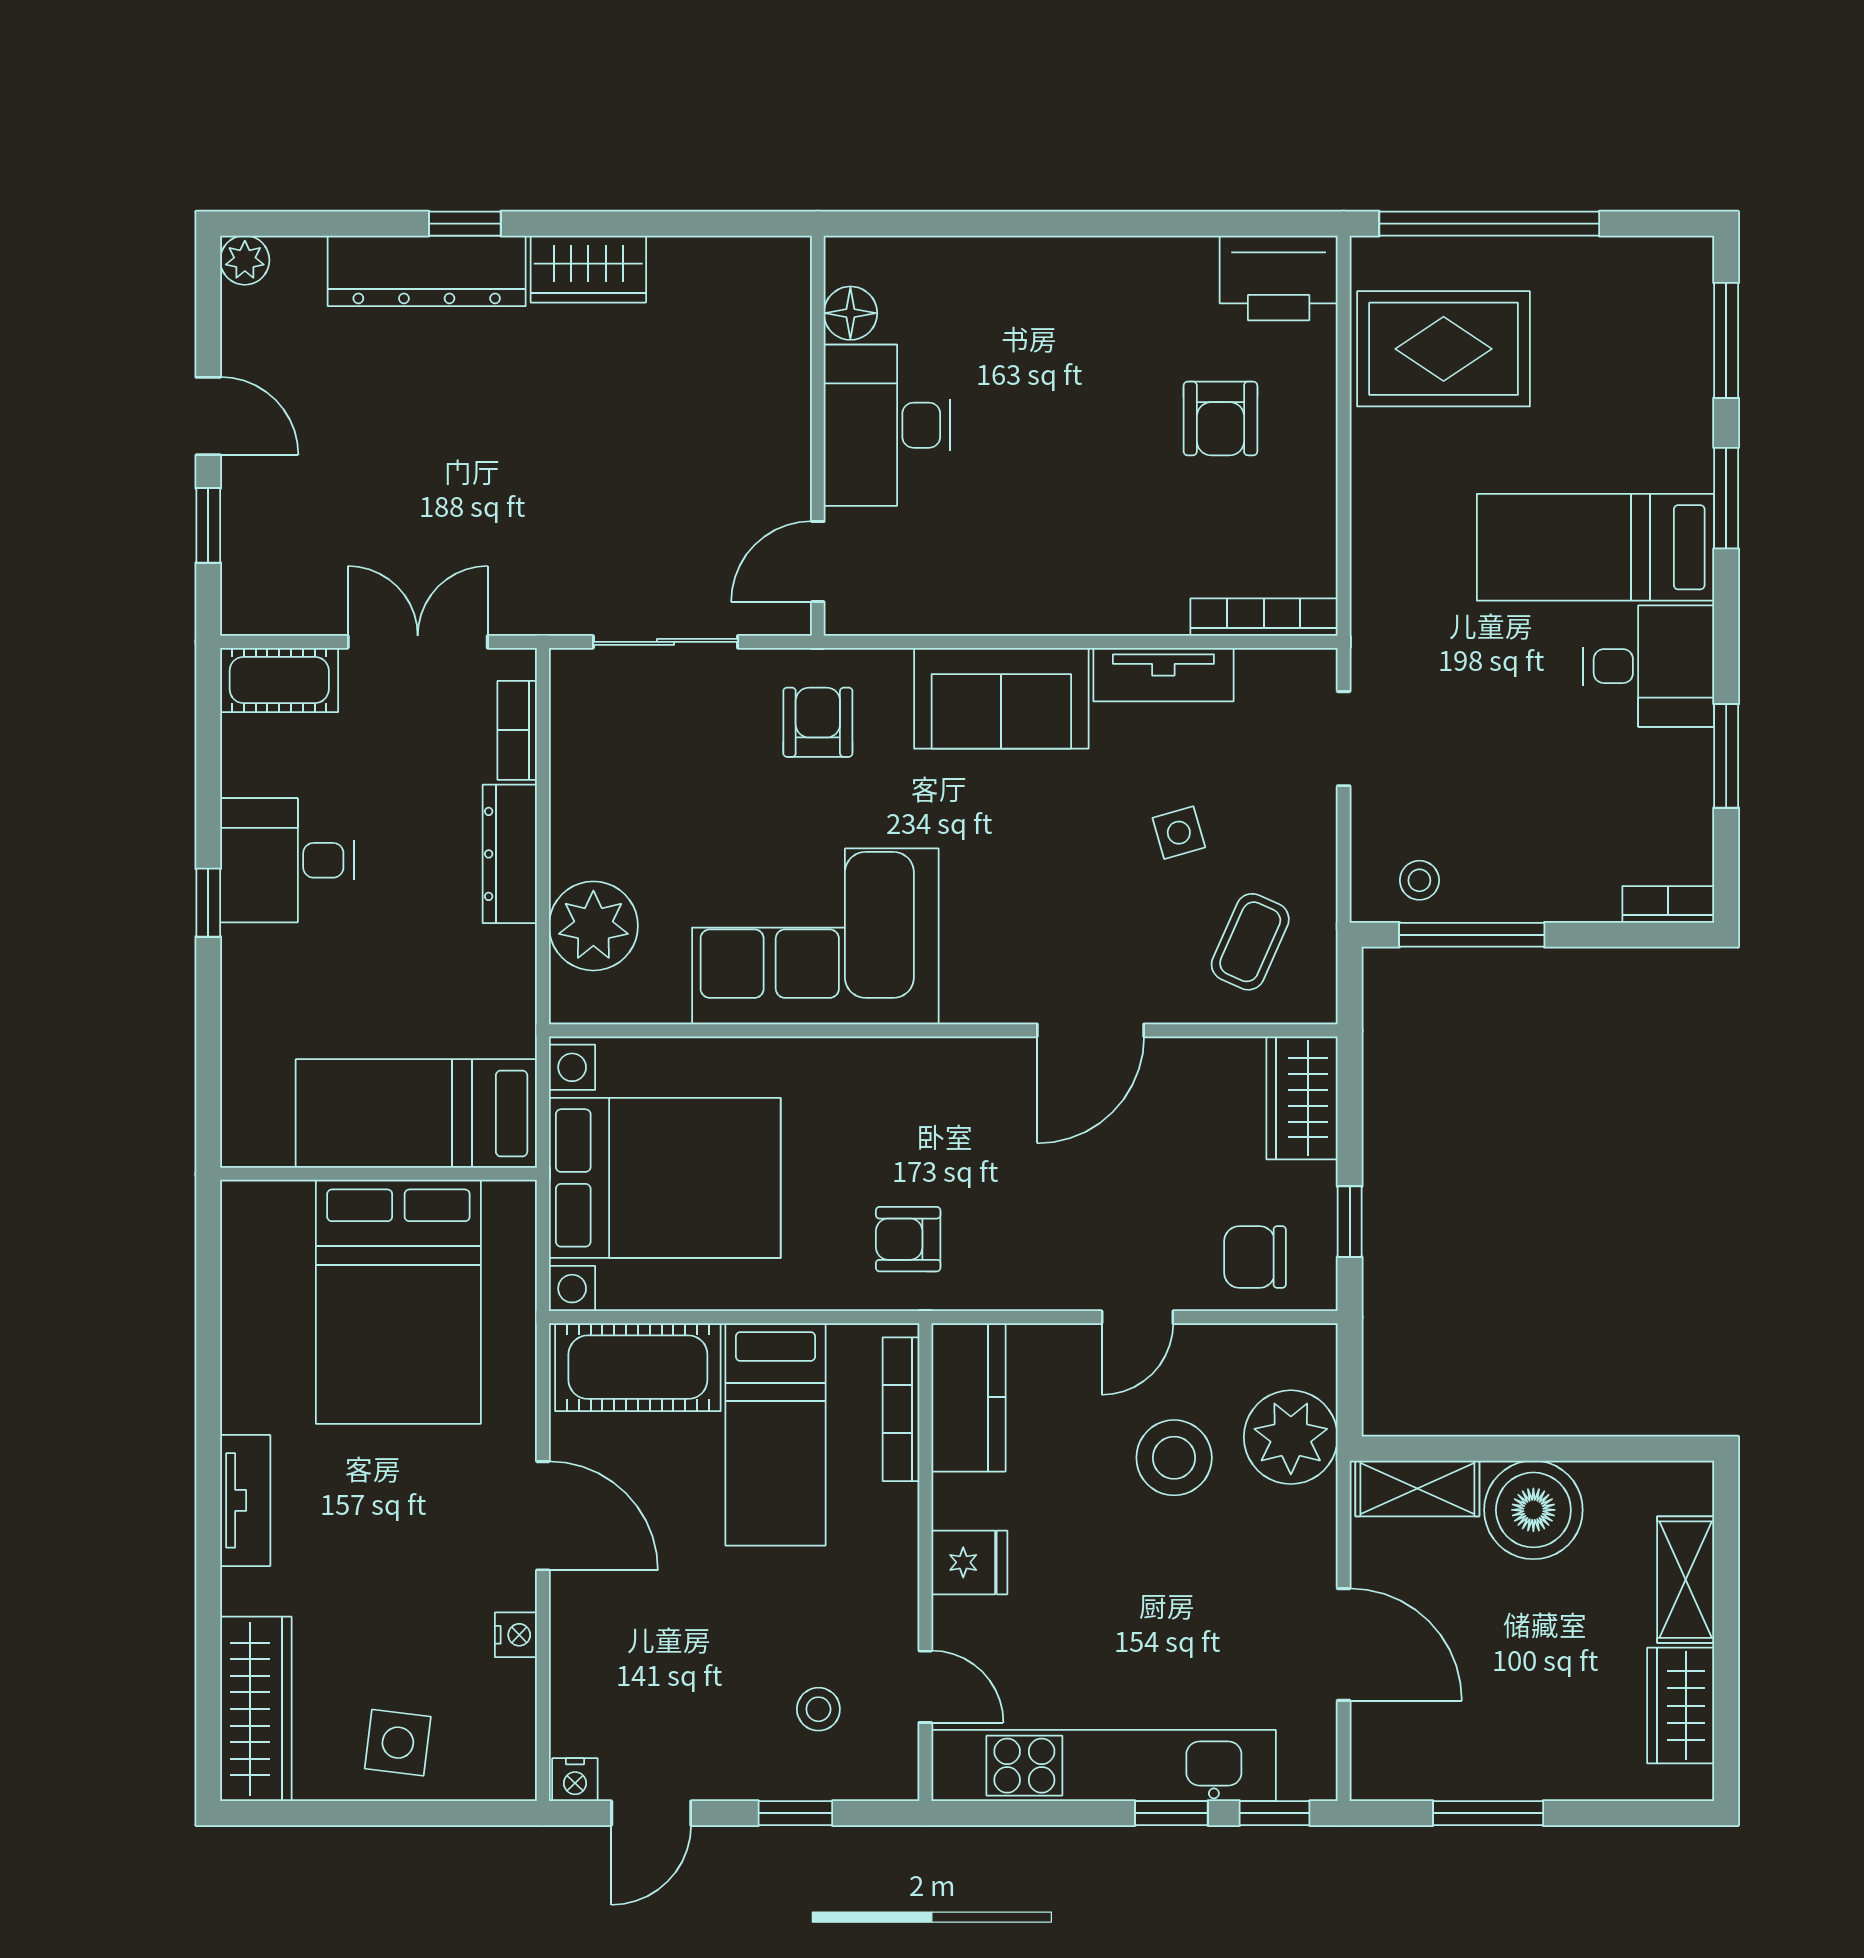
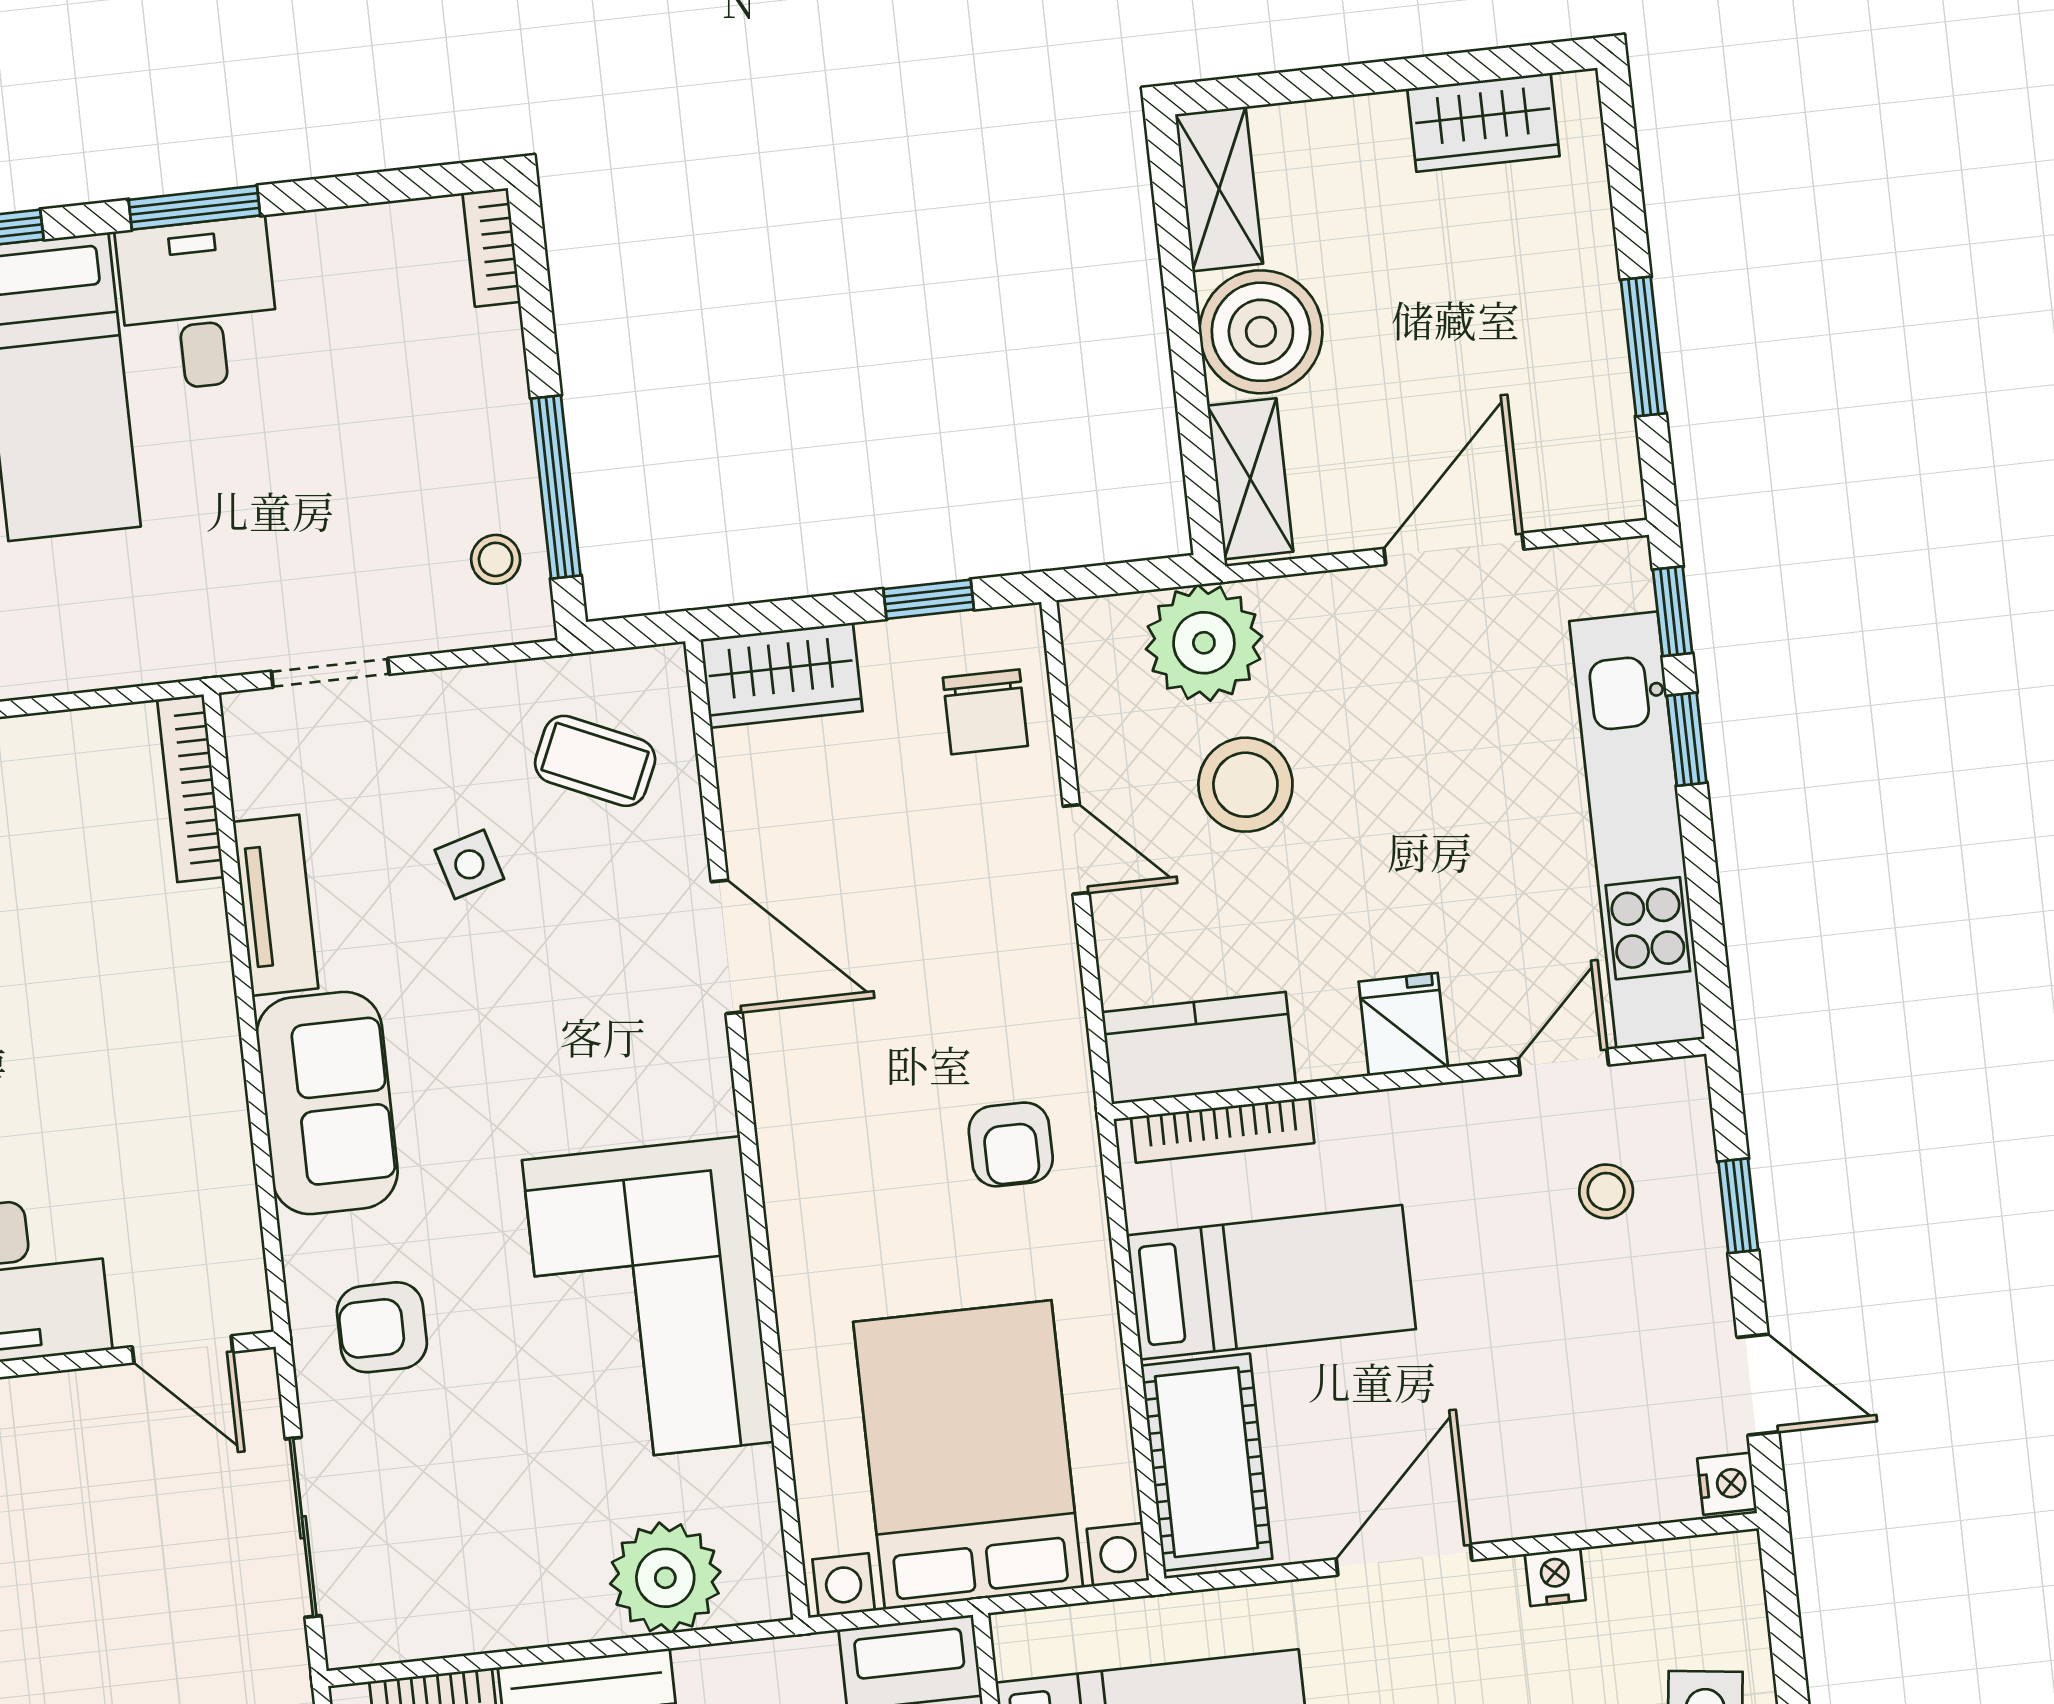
window: (1726, 756) -> (194, 208), moved
shelving: (1686, 1580) -> (1219, 189), moved, turned 90

